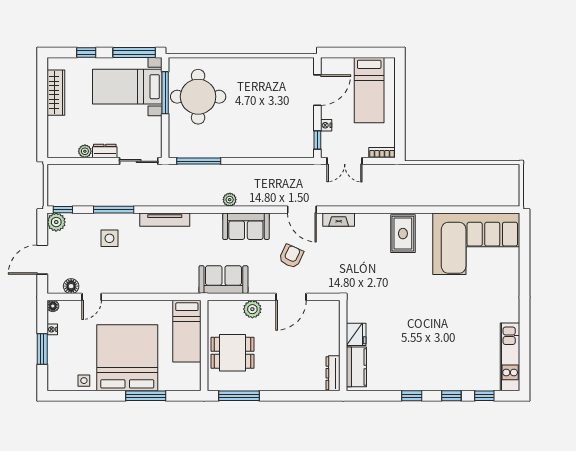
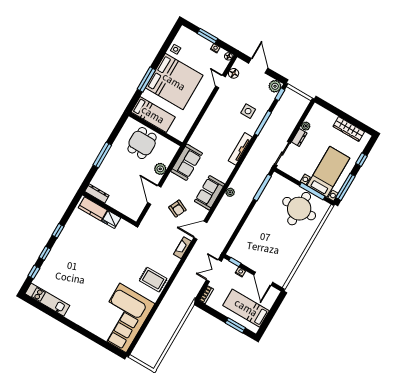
window: (400, 91) -> (235, 325), added
bed: (187, 331) -> (153, 115), moved, turned 180
window: (239, 396) -> (102, 155), moved

